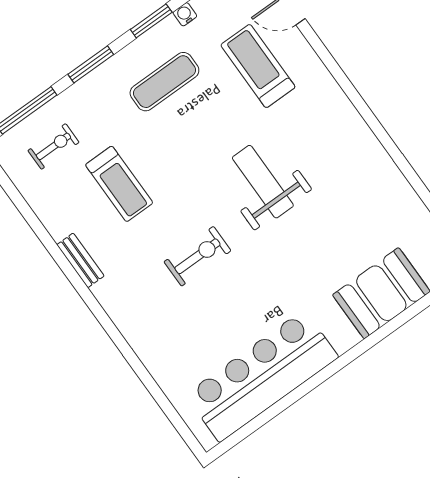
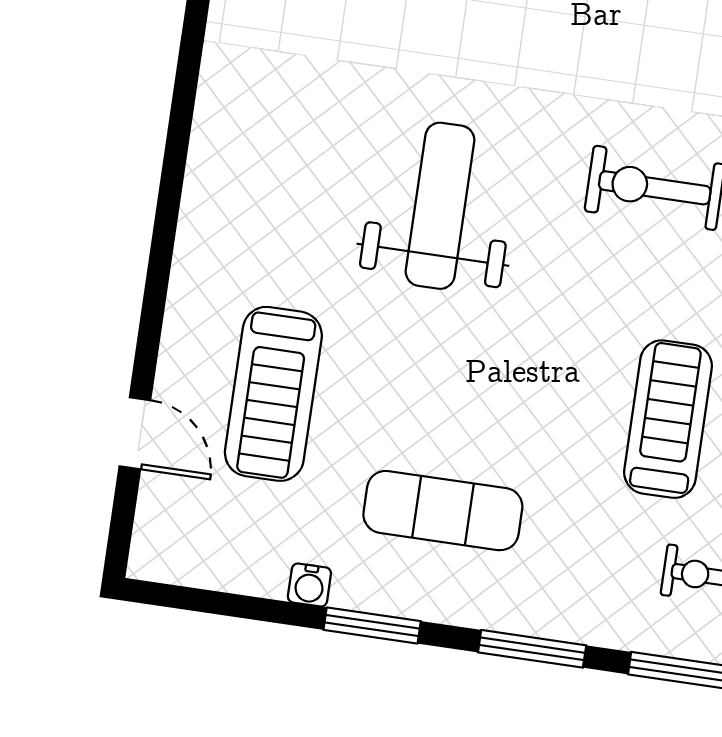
weight bench: (263, 182) -> (440, 206), turned 180

